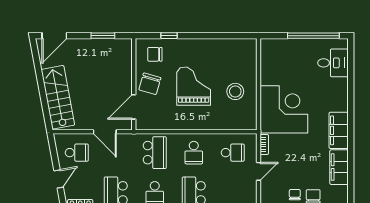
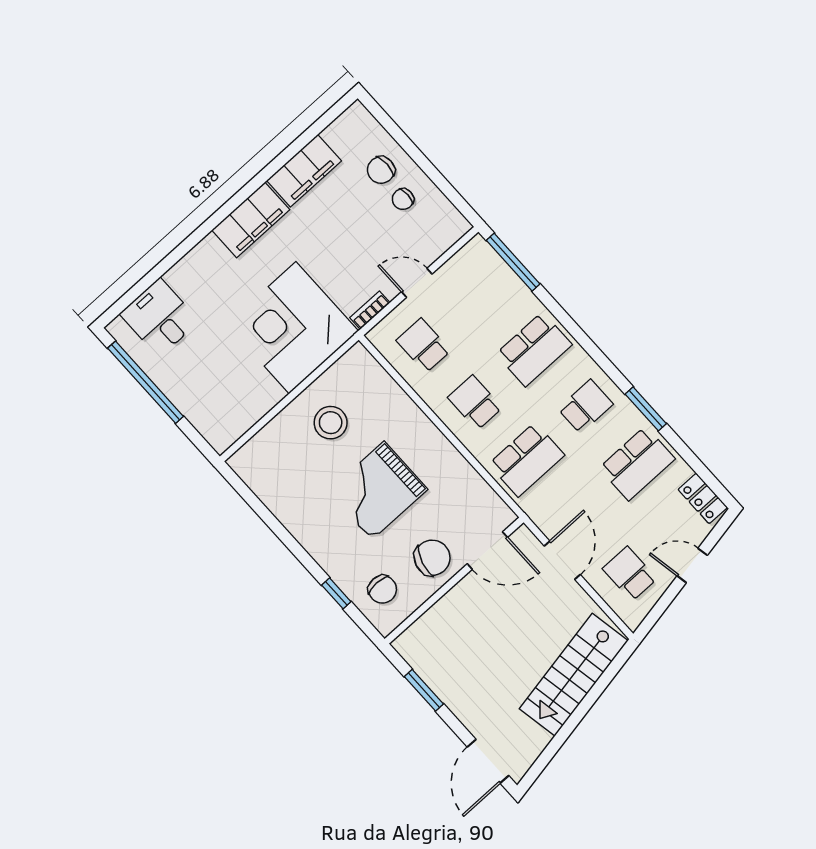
door: (54, 36) -> (488, 761), swing flipped
school desk: (155, 153) -> (527, 460), turned 180
school desk: (194, 153) -> (475, 403), turned -90

